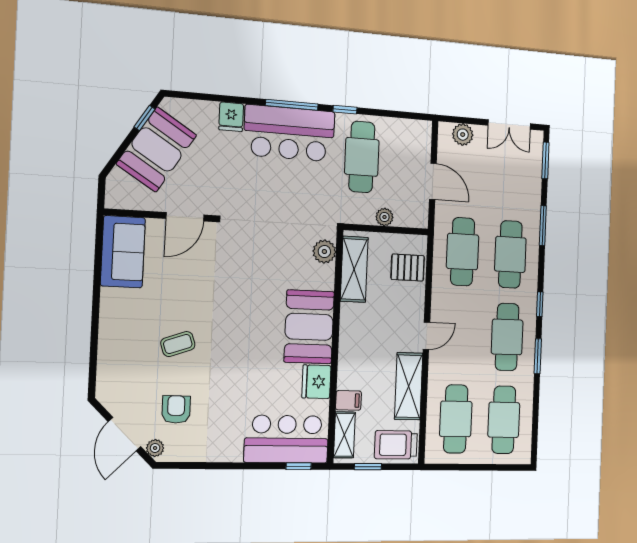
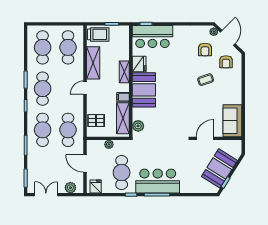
fridge: (231, 117) -> (96, 186), moved
armchair: (131, 382) -> (226, 62), added
filing cabinet: (348, 400) -> (123, 97), moved
shelving: (344, 435) -> (124, 72), moved

